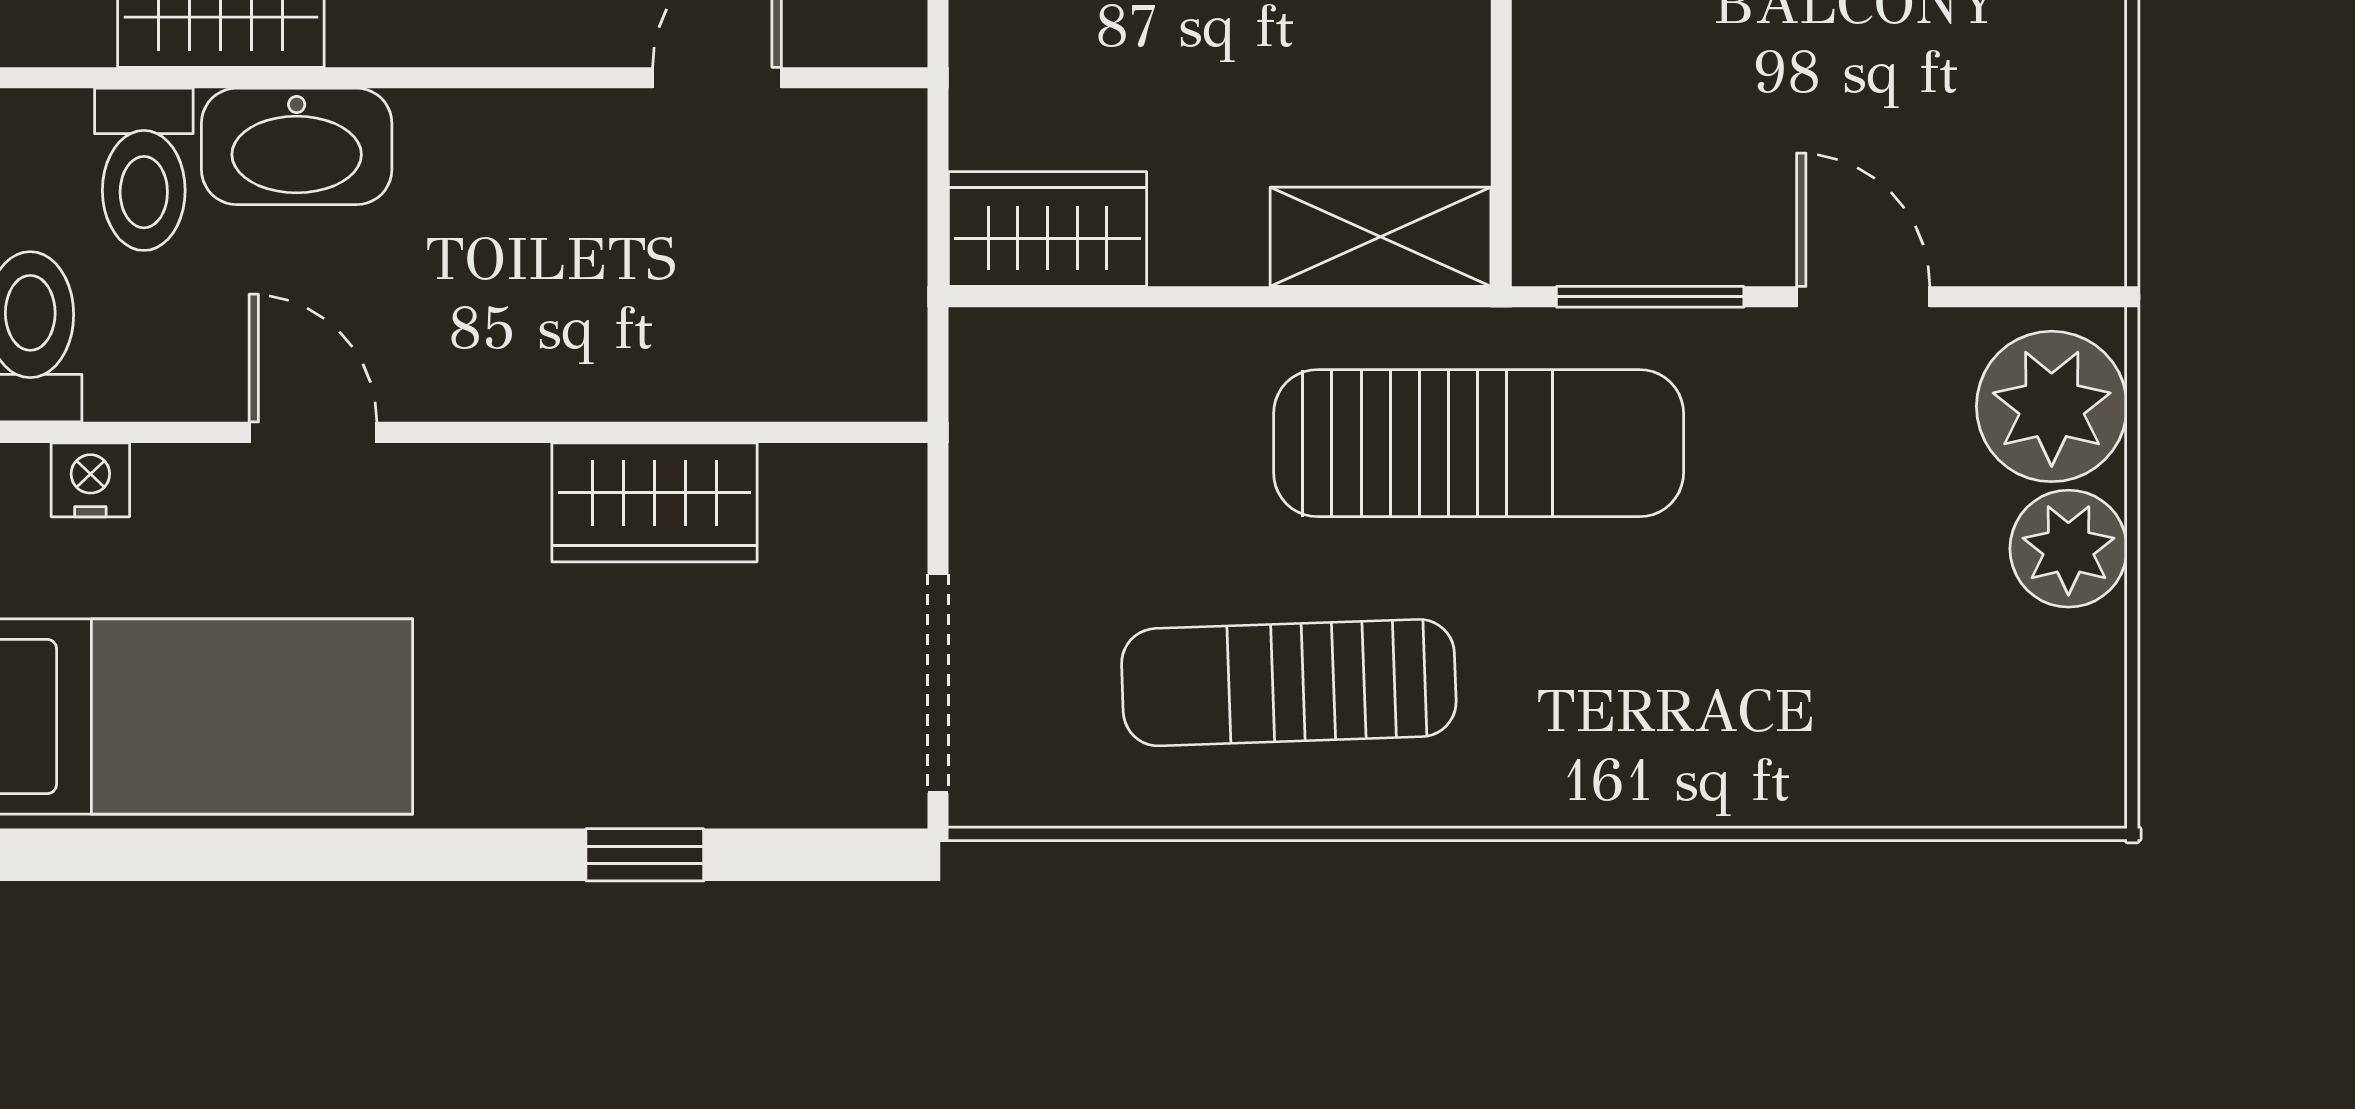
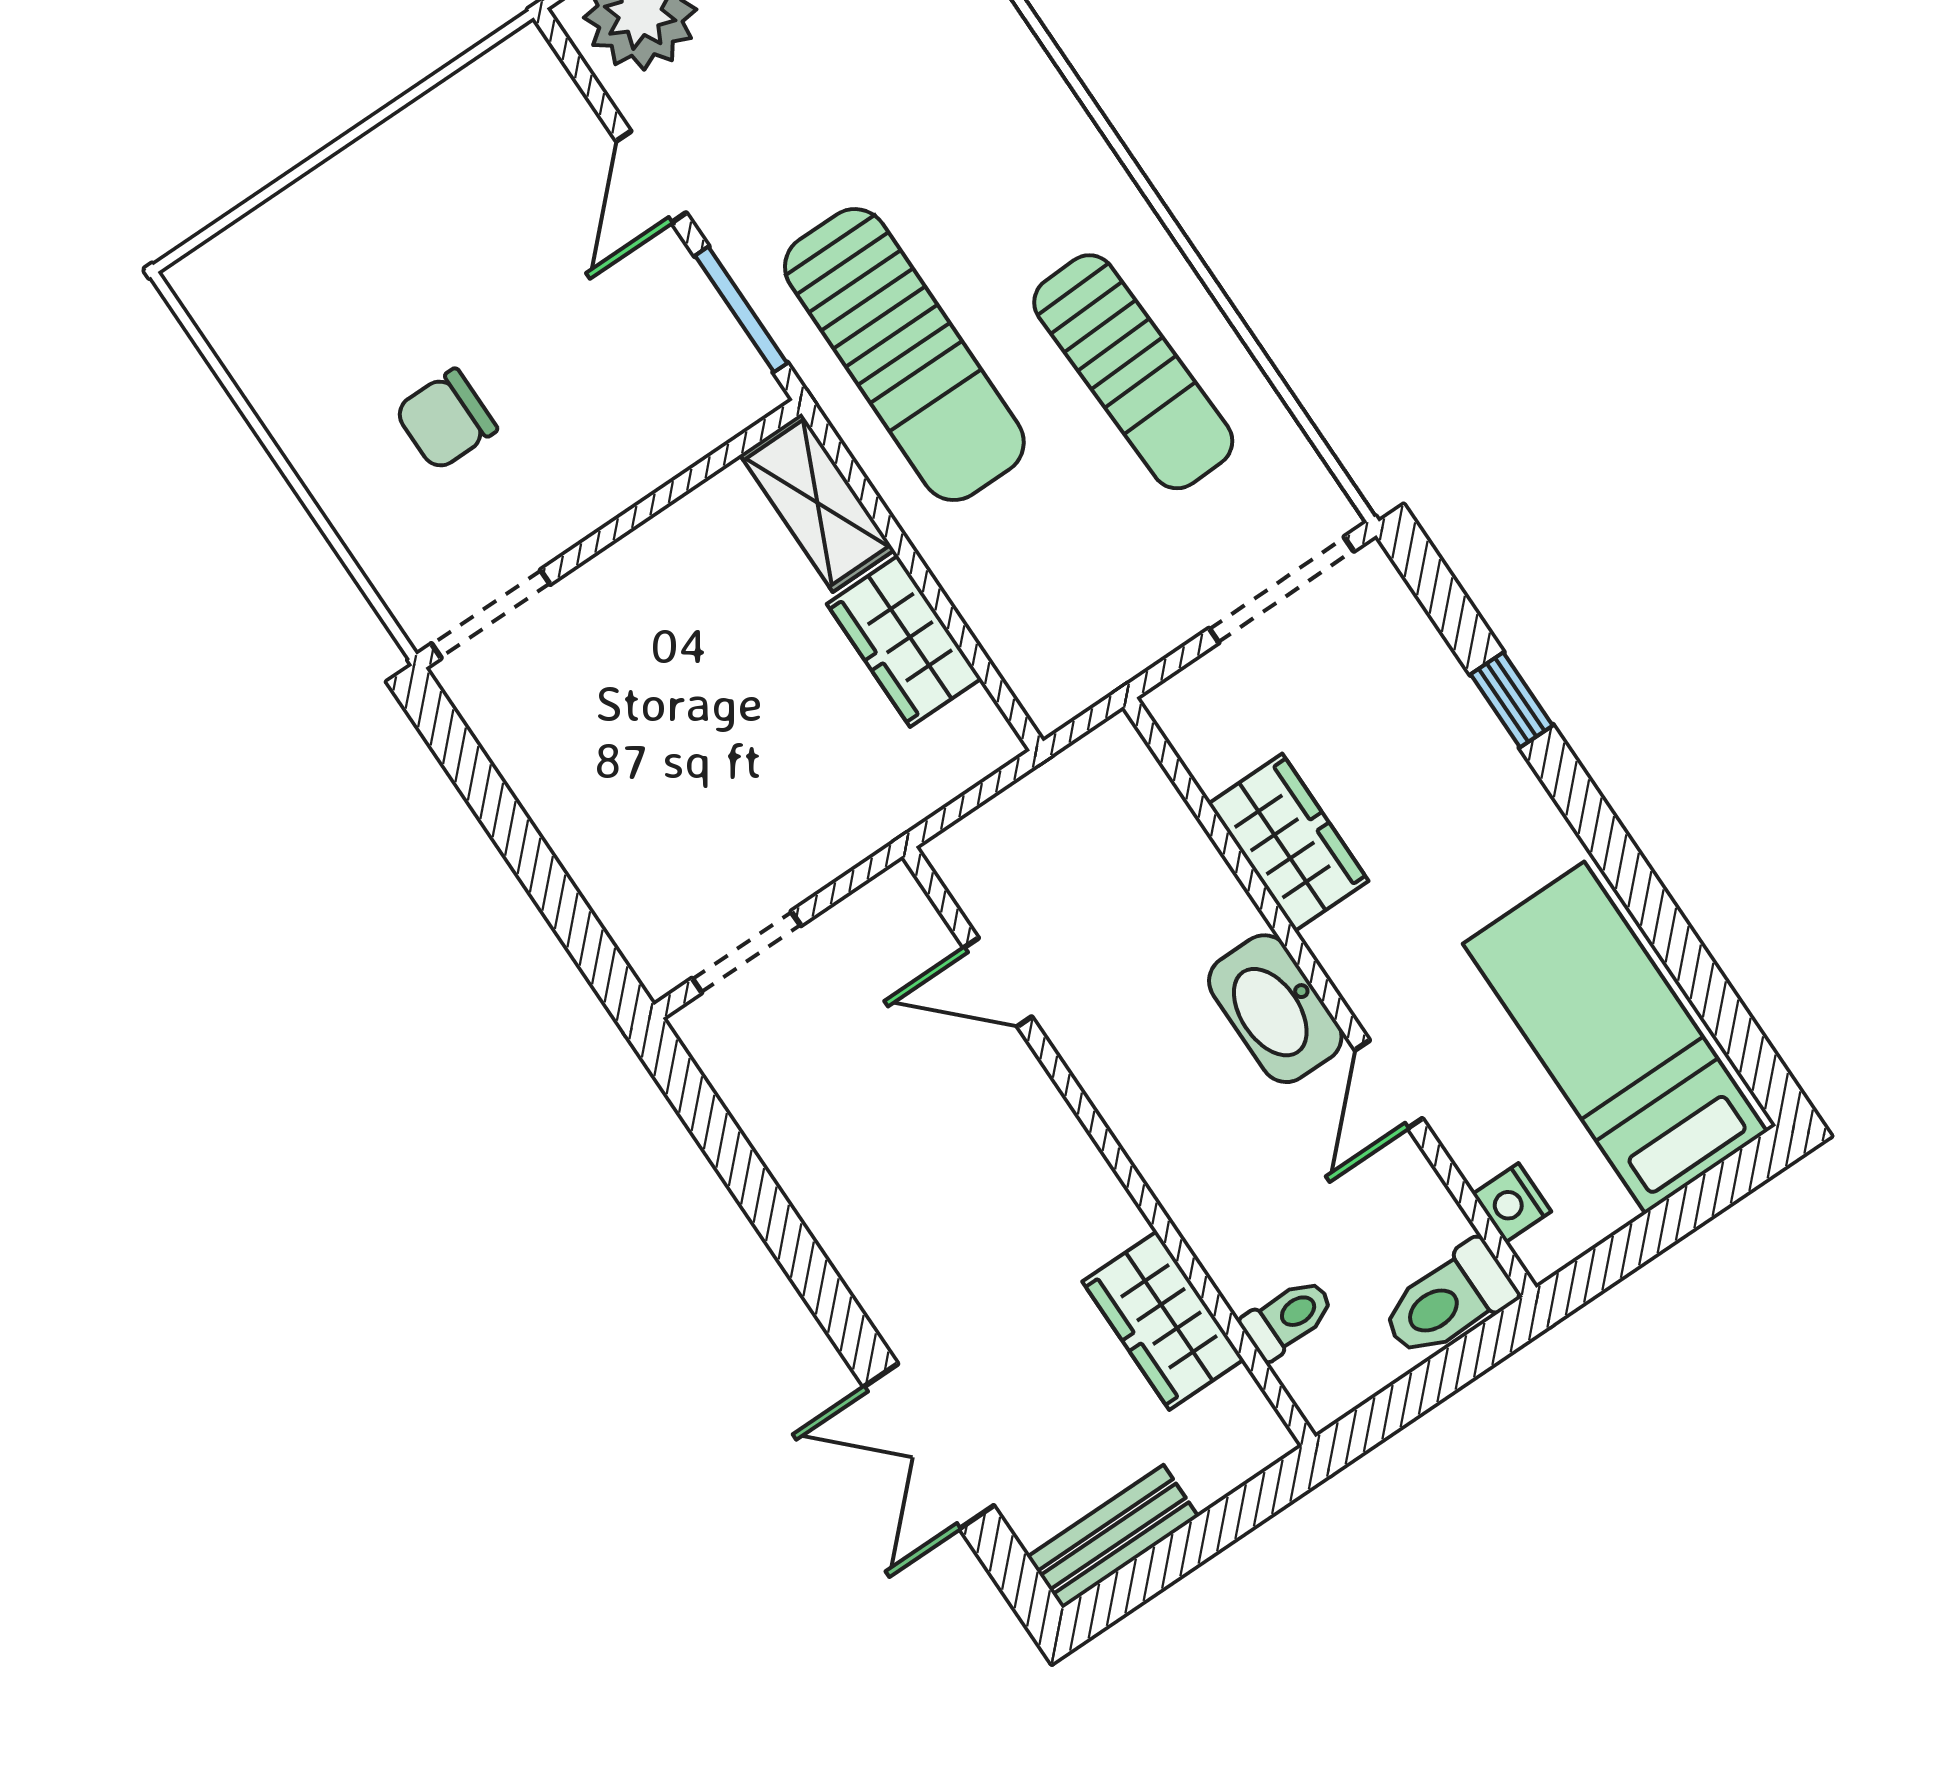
washbasin: (297, 146) -> (1275, 1009), moved, turned 180
toilet: (144, 169) -> (1288, 1318), width x0.73, depth x0.72
wardrobe: (1047, 229) -> (904, 641), moved
sun lounger: (1479, 443) -> (904, 355), turned 180

